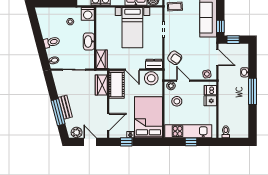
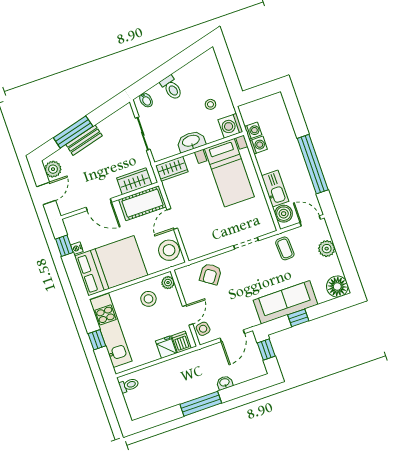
window: (220, 26) -> (298, 318), moved
bed with nightstands: (132, 28) -> (229, 173), moved, turned -90
dresser: (154, 64) -> (191, 247), removed
door: (183, 81) -> (188, 315), moved
door: (108, 122) -> (99, 205), moved

